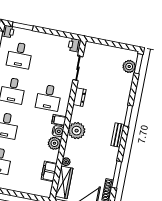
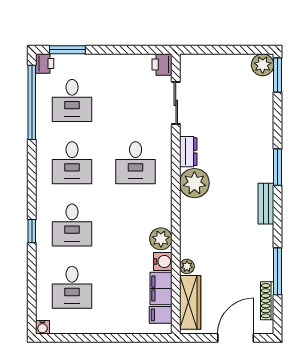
plant: (129, 66) -> (263, 65), moved
filing cabinet: (59, 120) -> (161, 315), moved
water cooler: (58, 131) -> (163, 262), moved
plant: (77, 131) -> (194, 183), moved

